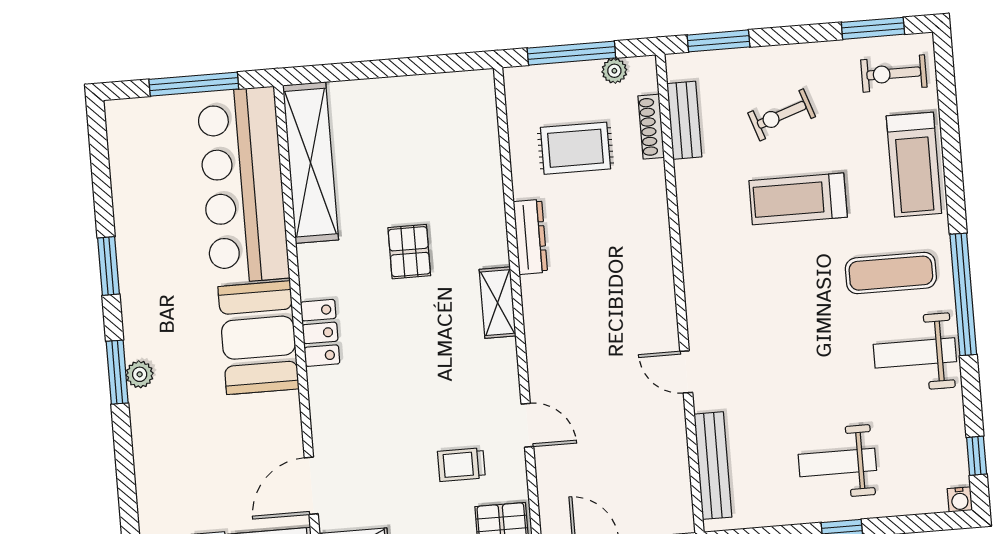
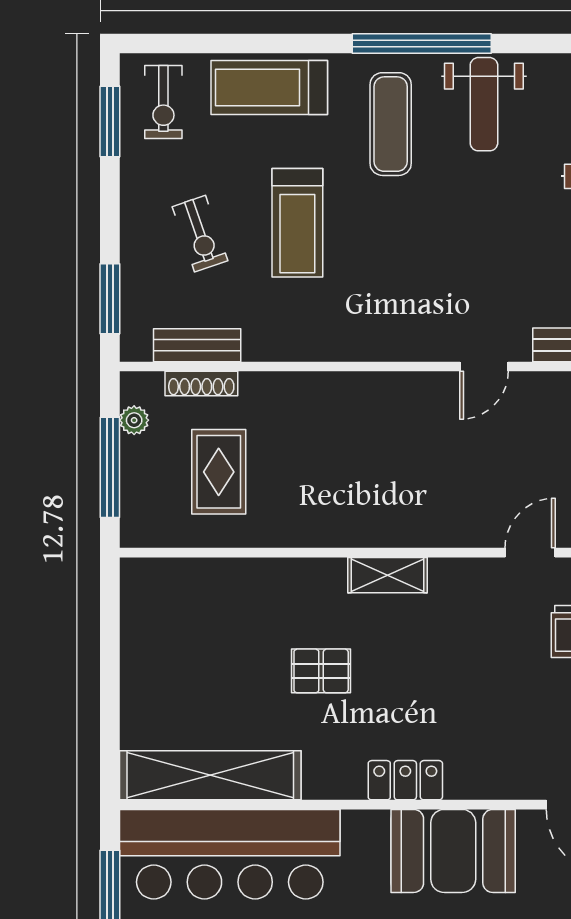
treadmill: (914, 165) -> (269, 88), turned 180
dresser: (530, 237) -> (316, 532), removed
booth: (258, 338) -> (453, 851), moved

